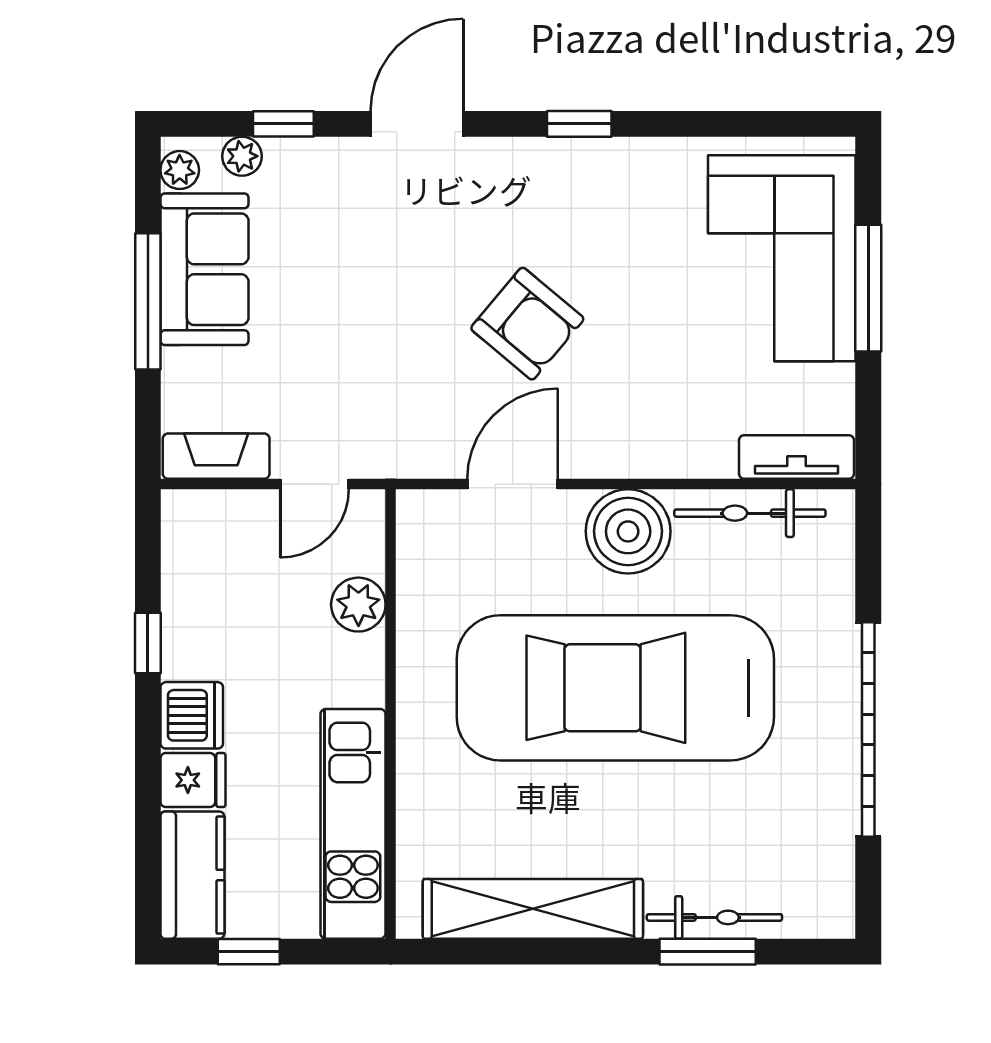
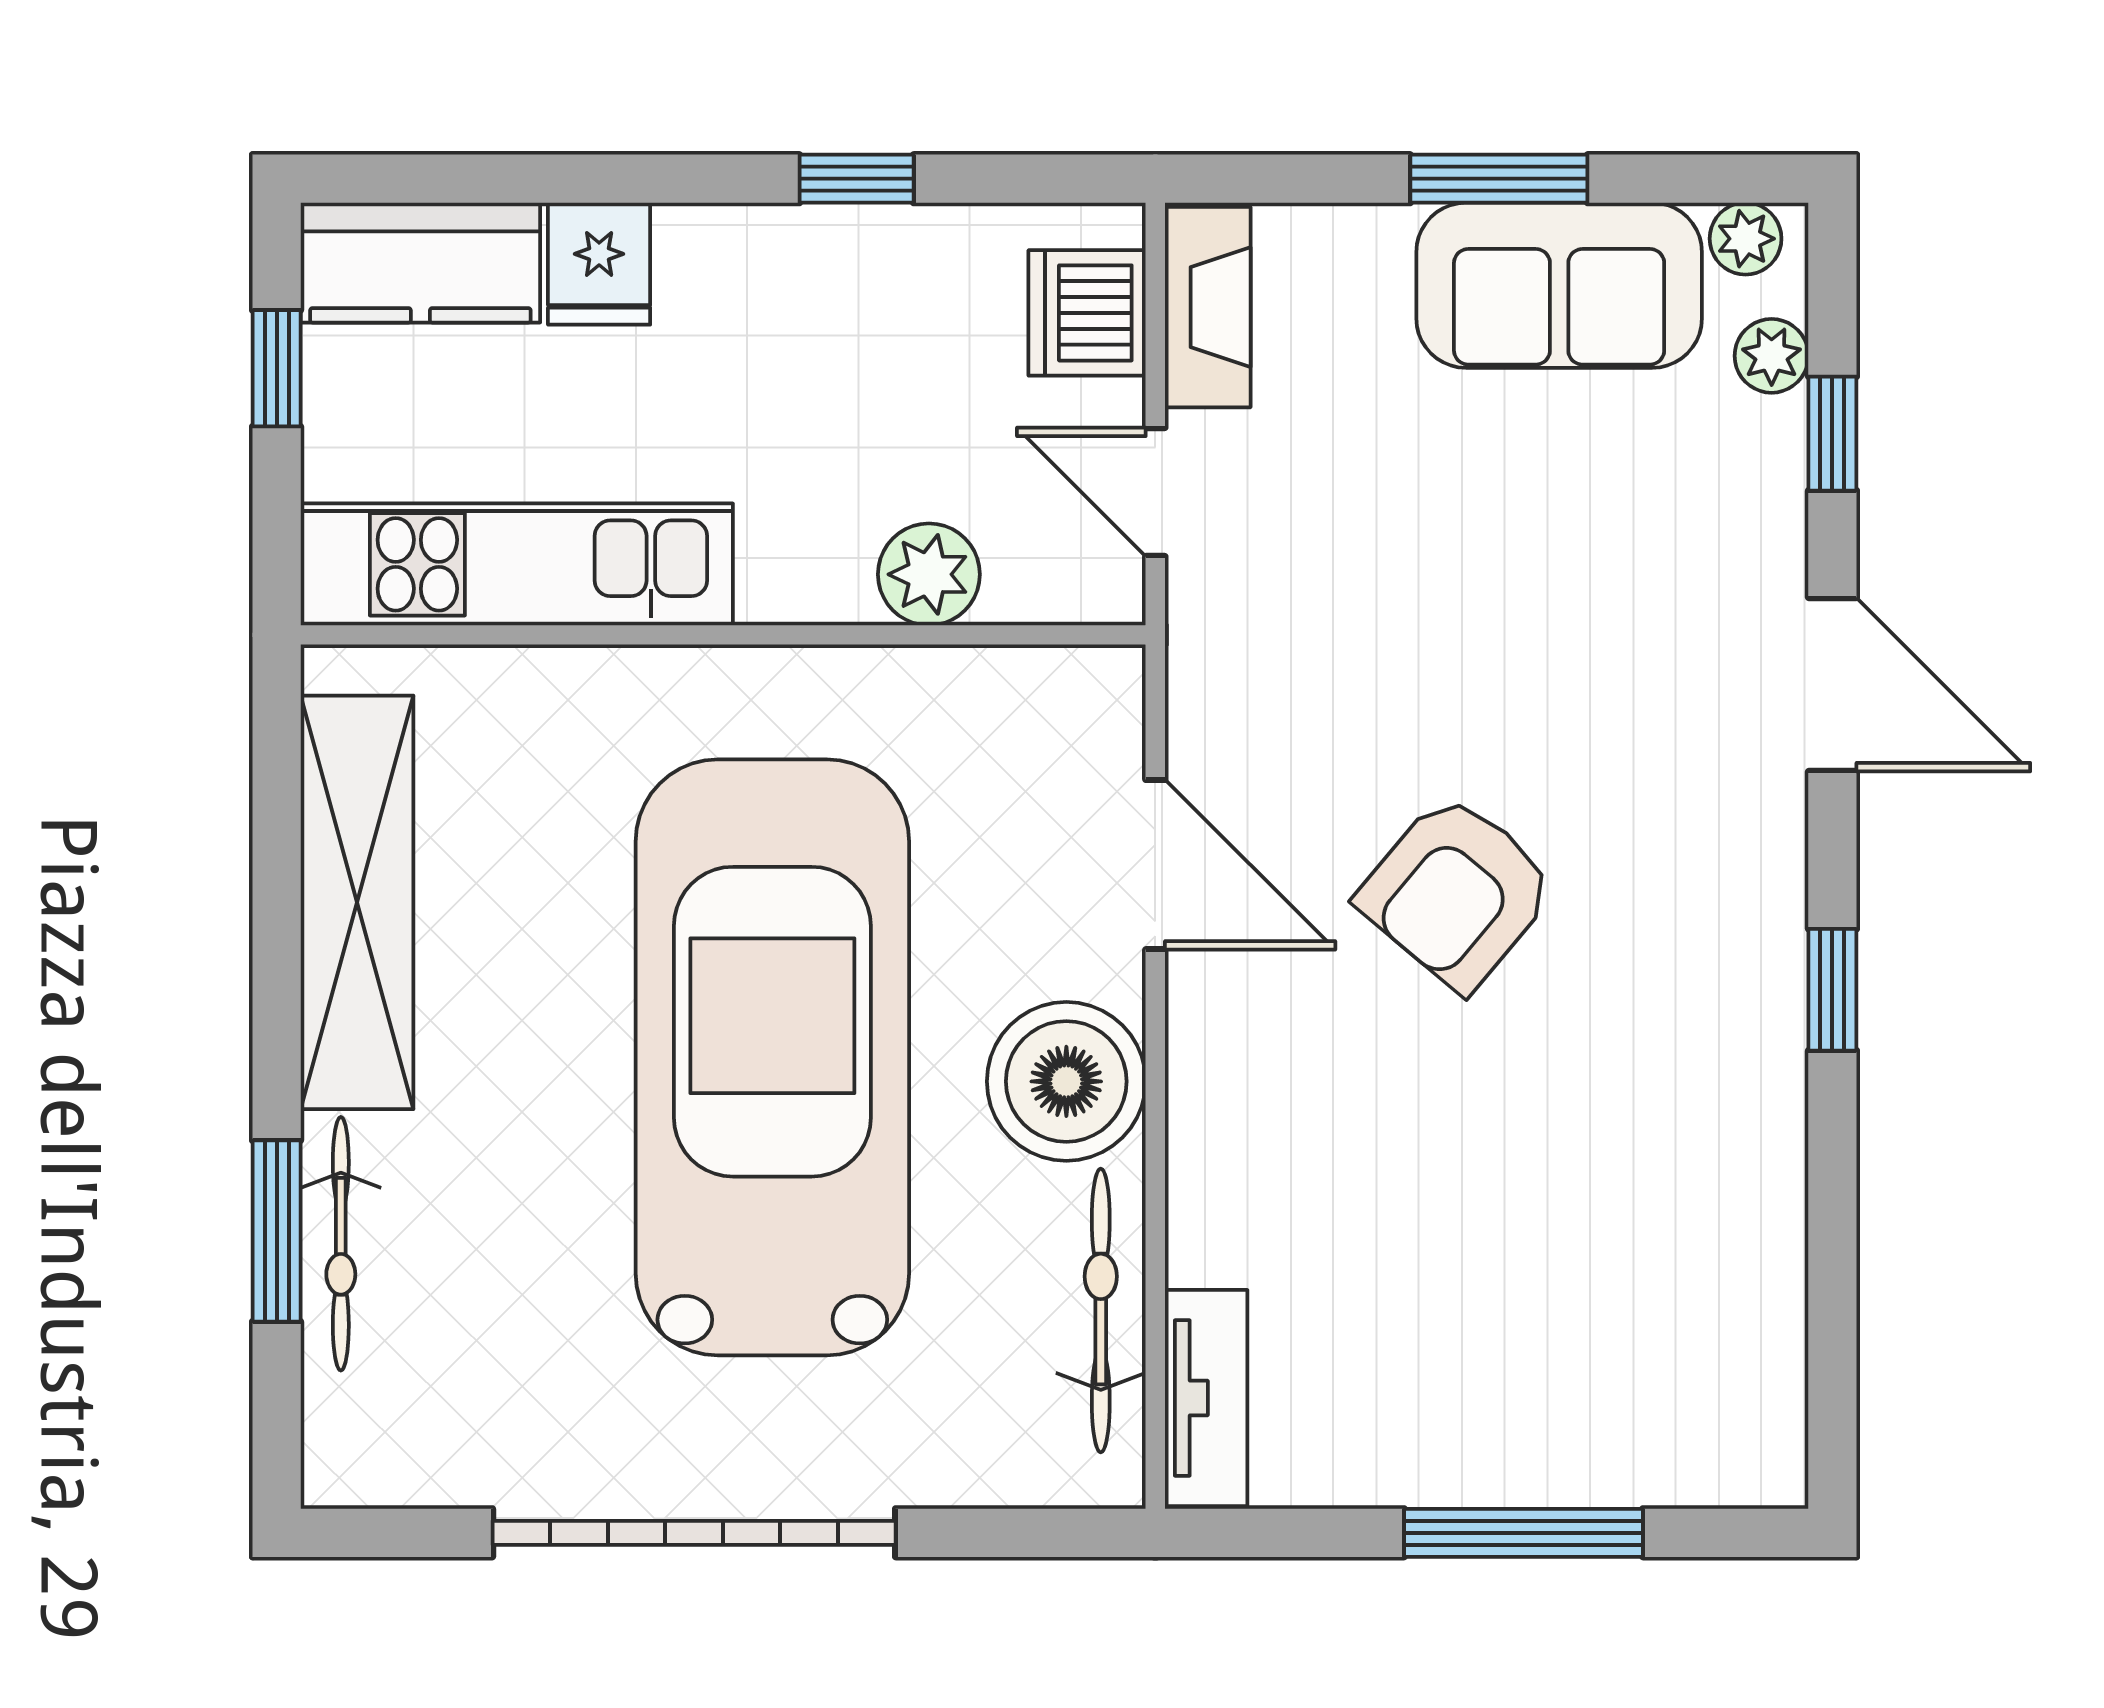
corner sofa: (782, 258) -> (1580, 1370), removed
window: (148, 301) -> (1499, 179), width x0.69
dishwasher: (192, 715) -> (1087, 313), moved, turned 90

